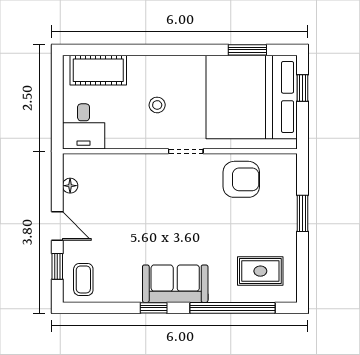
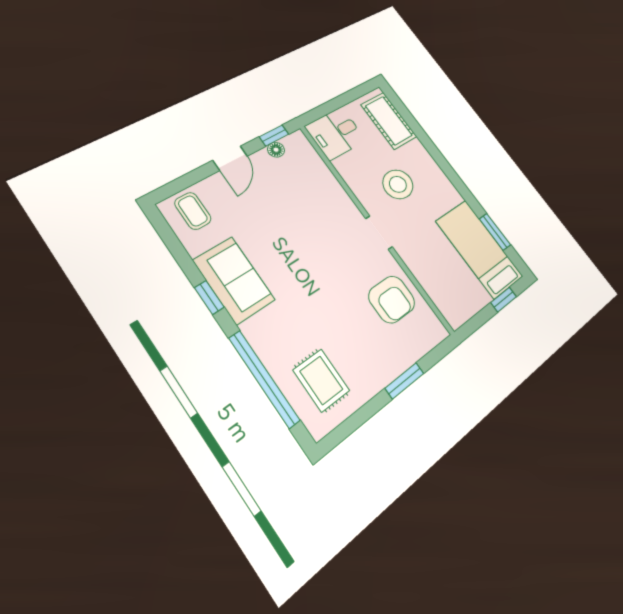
bed: (252, 97) -> (479, 249), width x0.49
stool: (157, 105) -> (398, 184), width x1.89, depth x1.89
window: (57, 266) -> (274, 136), moved
coffee table: (83, 279) -> (193, 211), turned 90
sofa: (175, 284) -> (234, 280), moved

